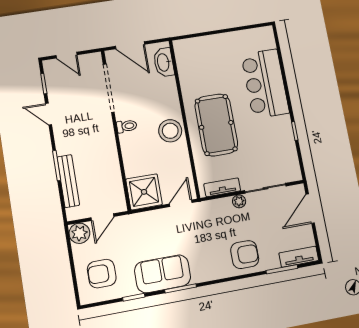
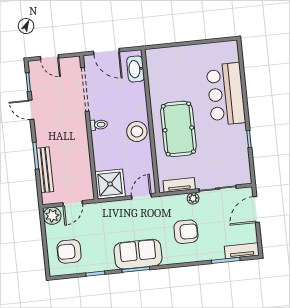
armchair: (245, 255) -> (186, 232), moved
sofa: (163, 274) -> (138, 254), moved

